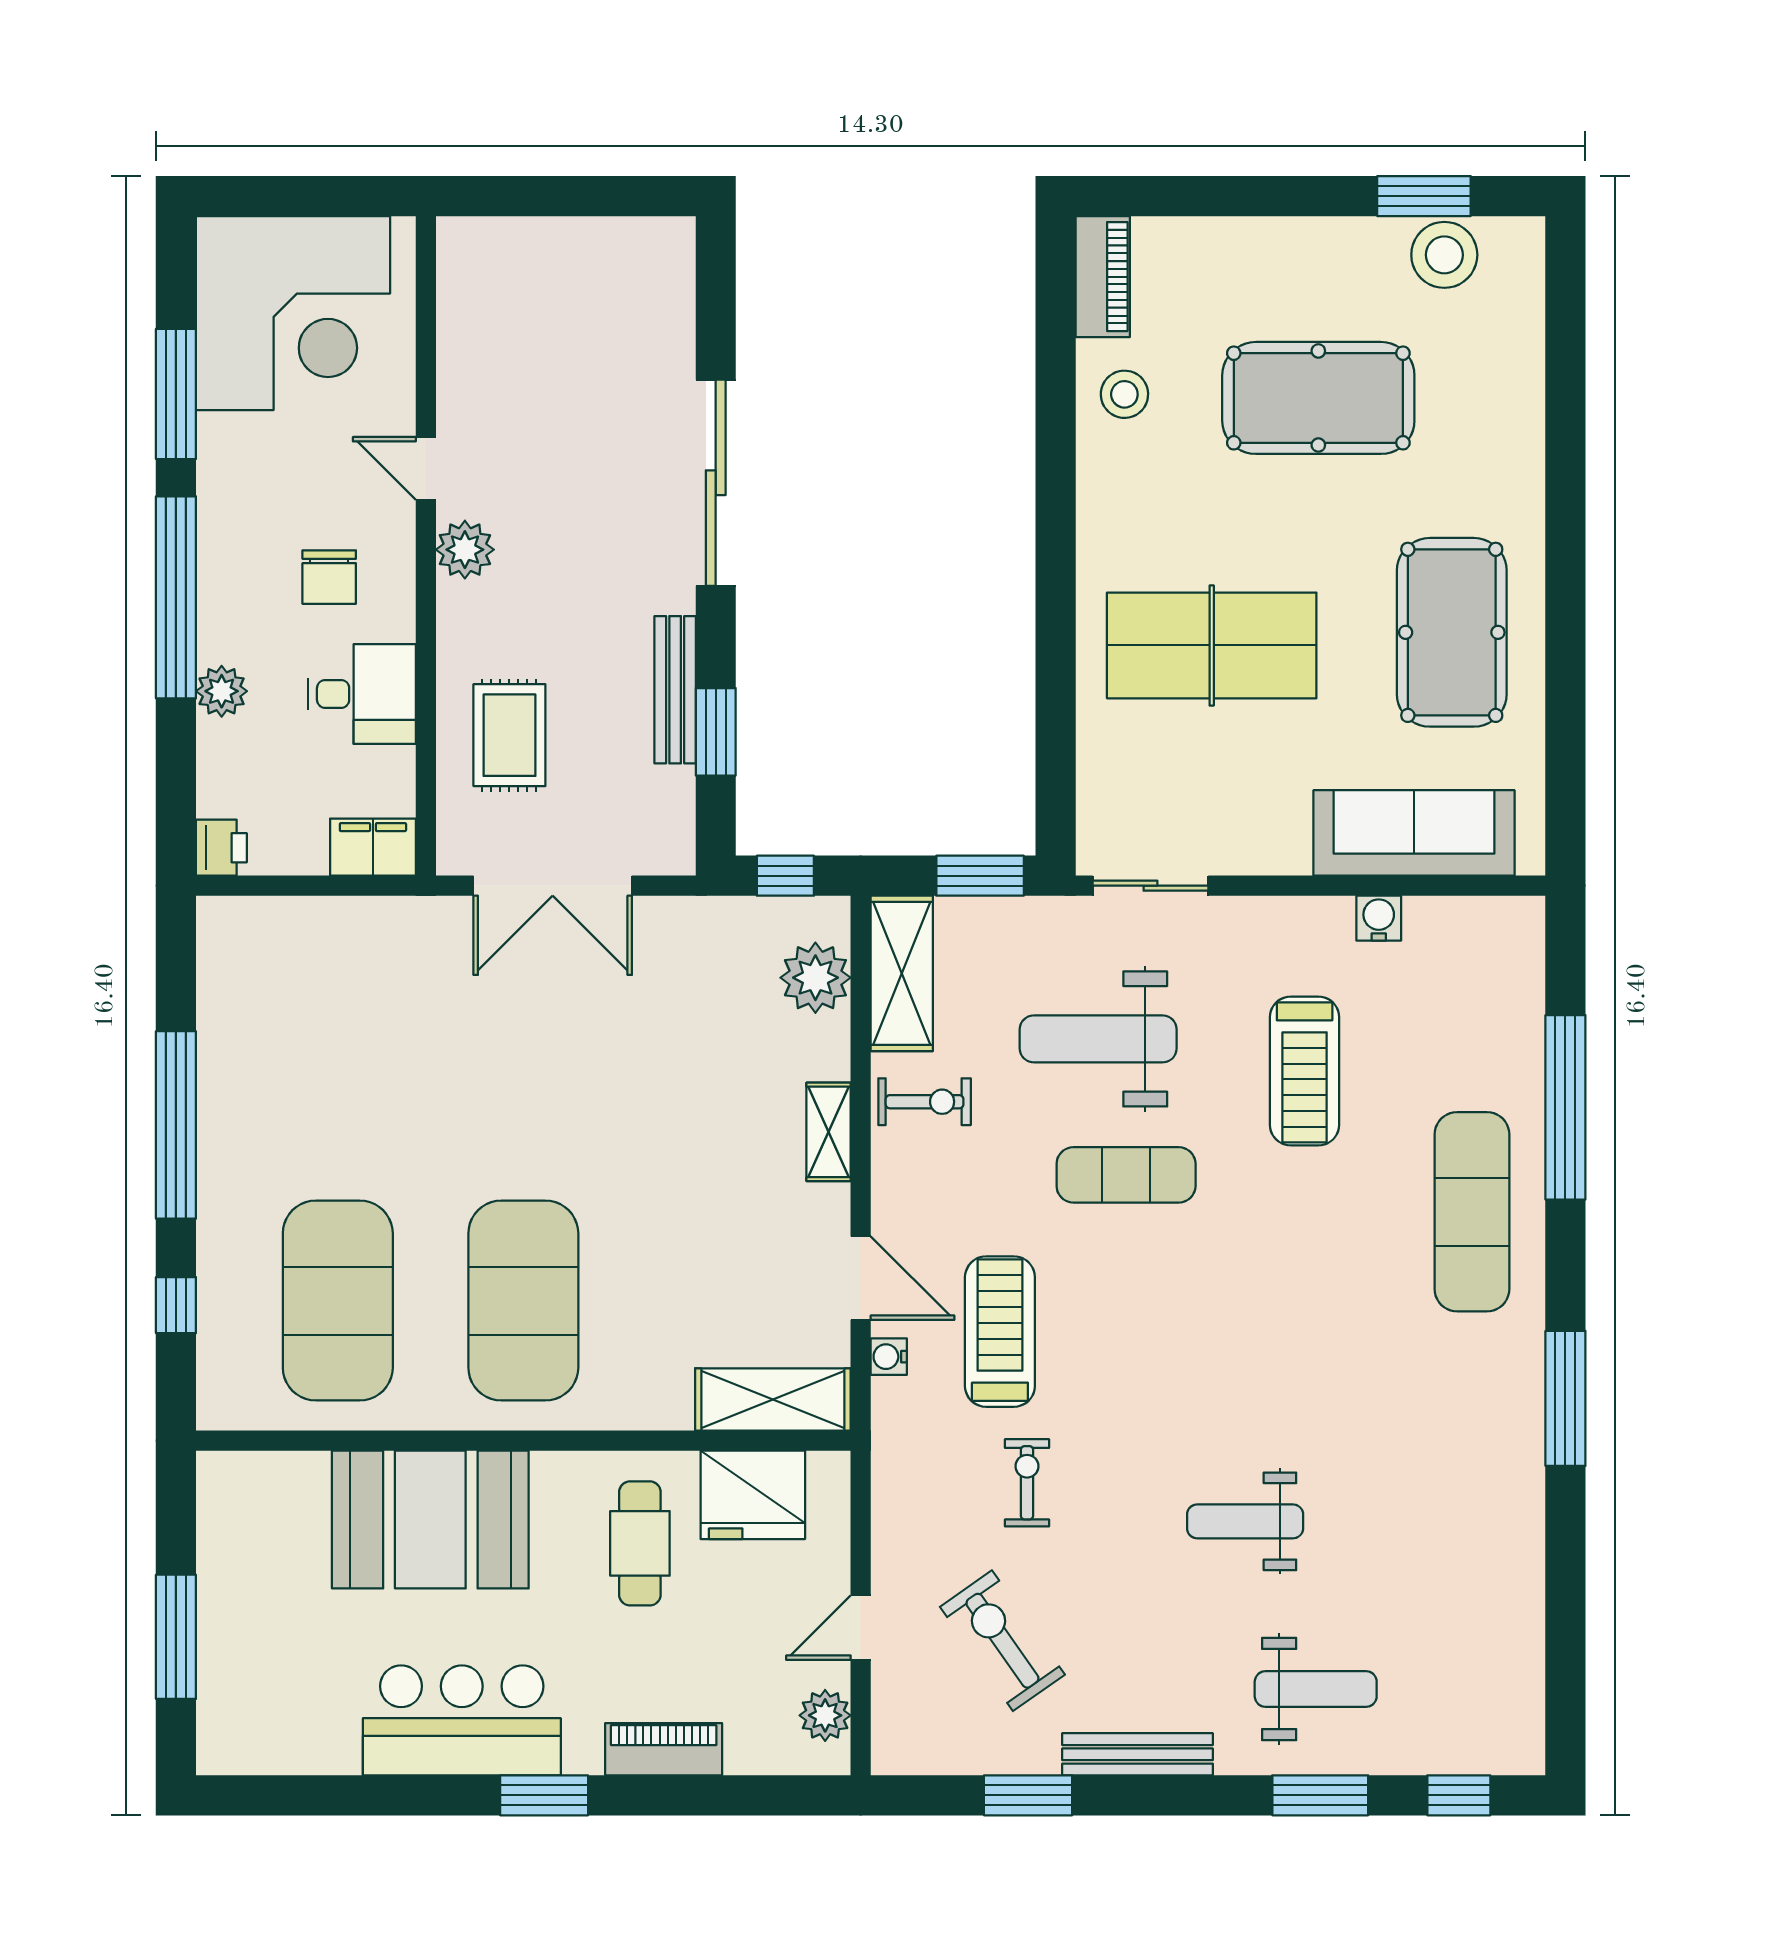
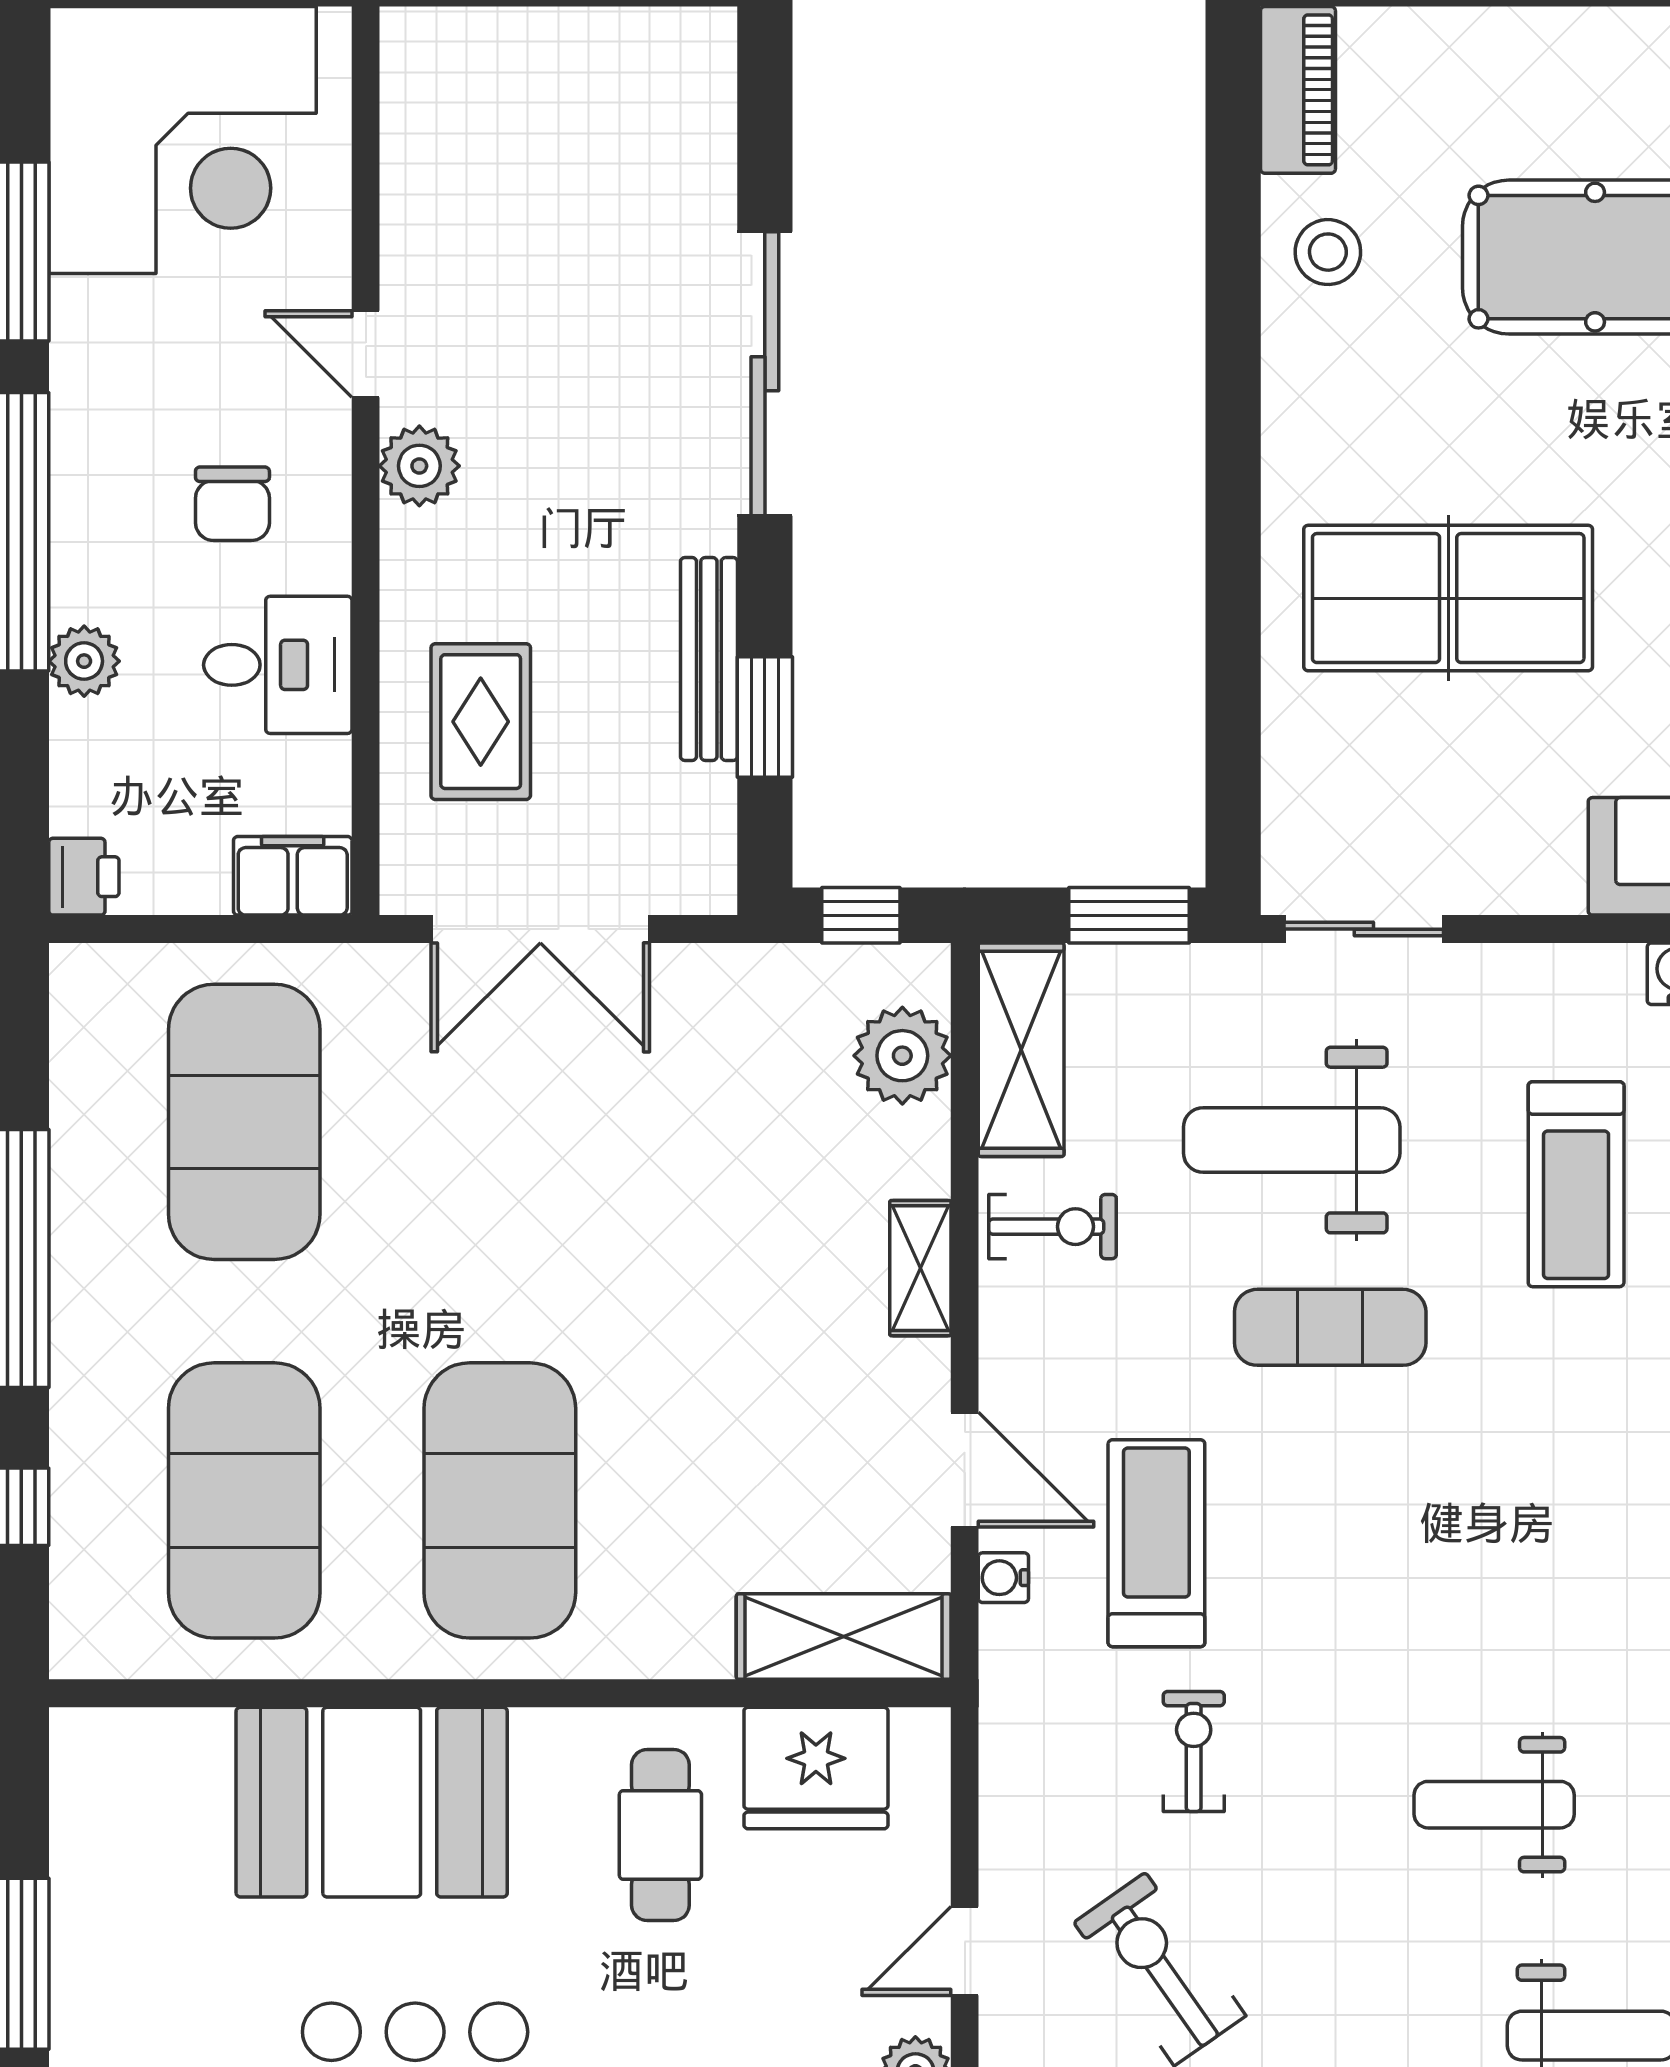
exercise mat: (338, 1026) -> (244, 1122), added

